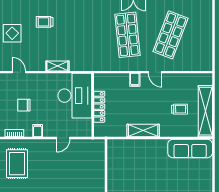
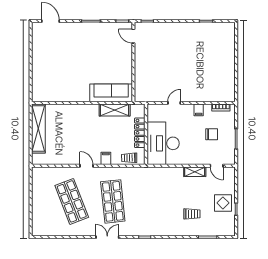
shop shelf: (171, 35) -> (72, 201), turned -42
shelving: (57, 66) -> (195, 172), moved
trolley: (179, 109) -> (129, 158), moved
shelving: (143, 130) -> (115, 110), moved
sofa: (190, 149) -> (111, 93), moved
rug: (17, 164) -> (218, 78), removed

